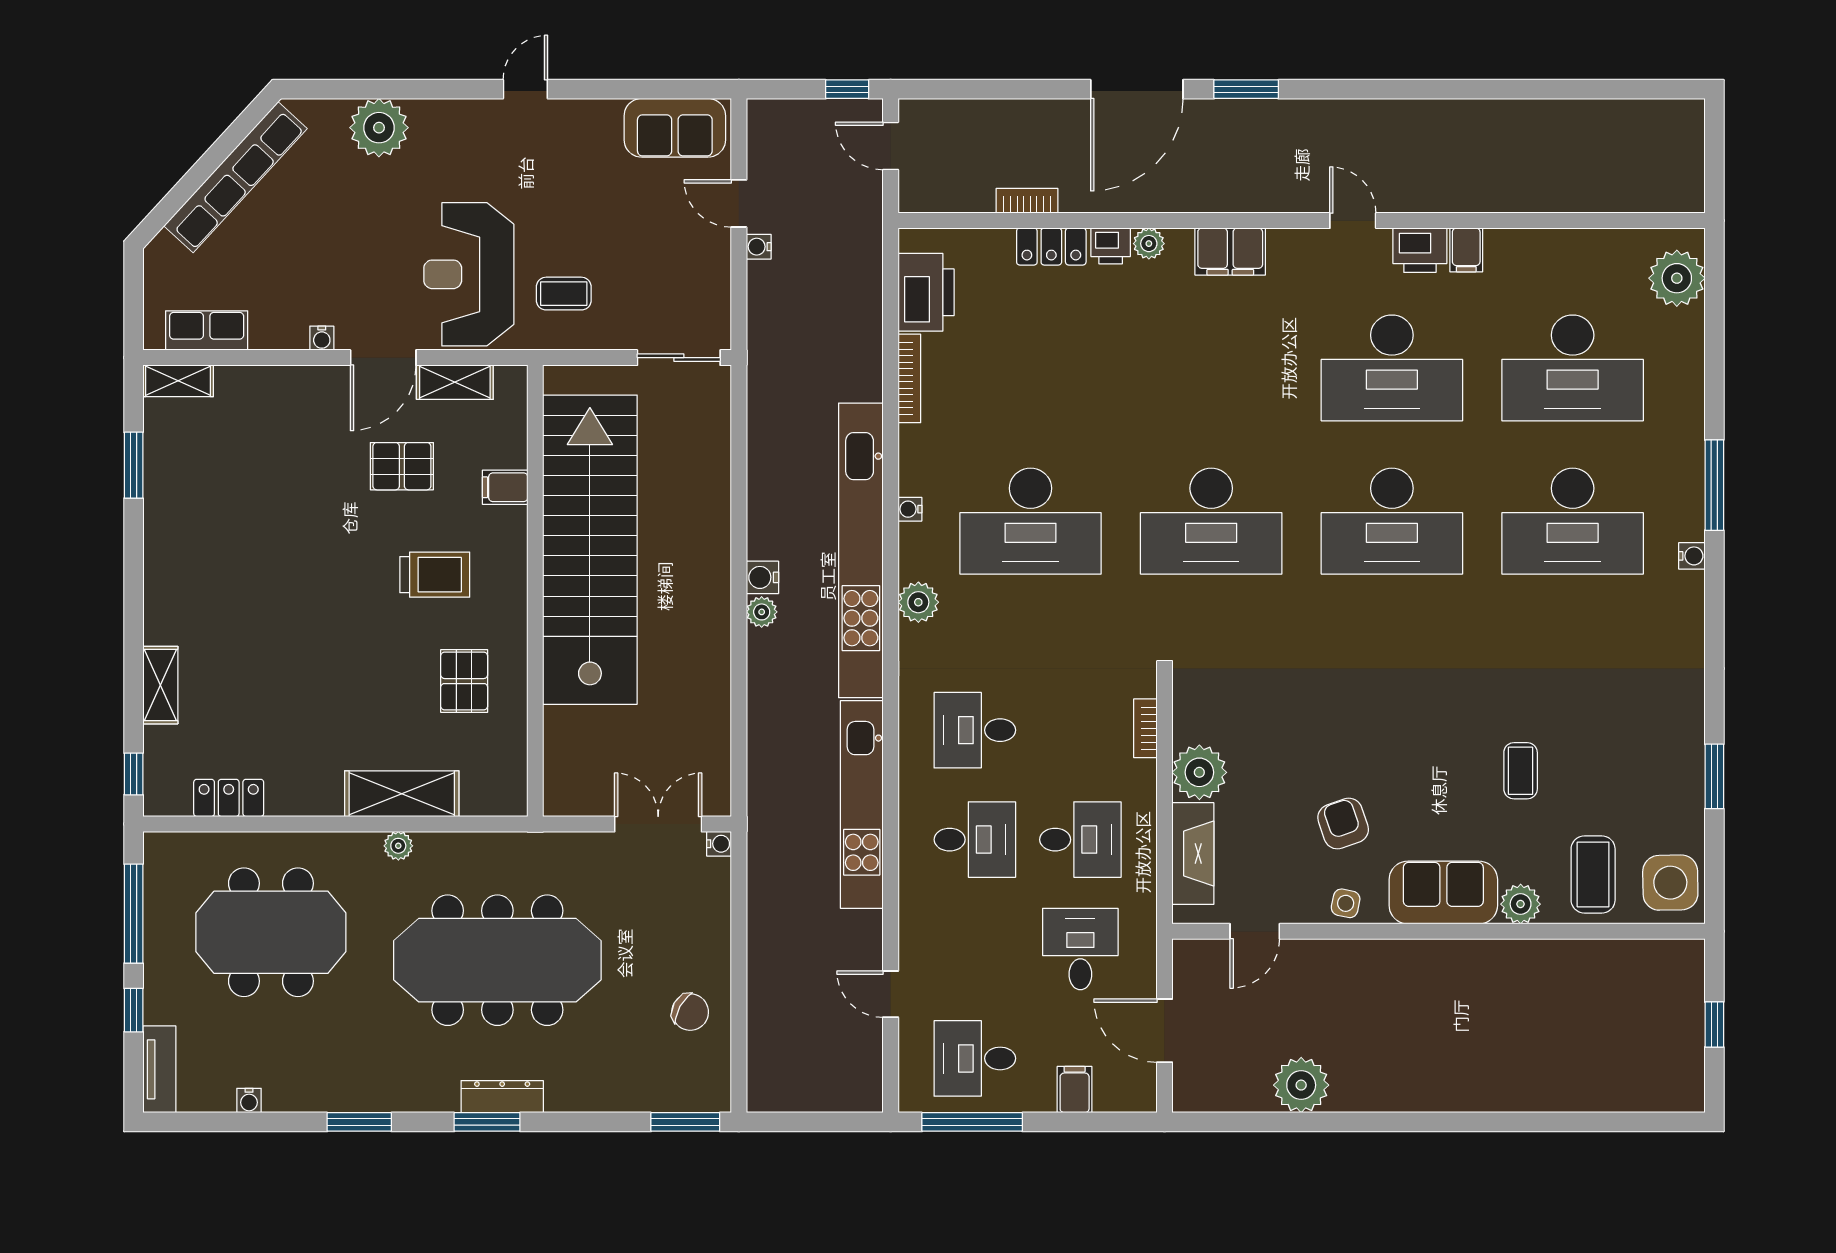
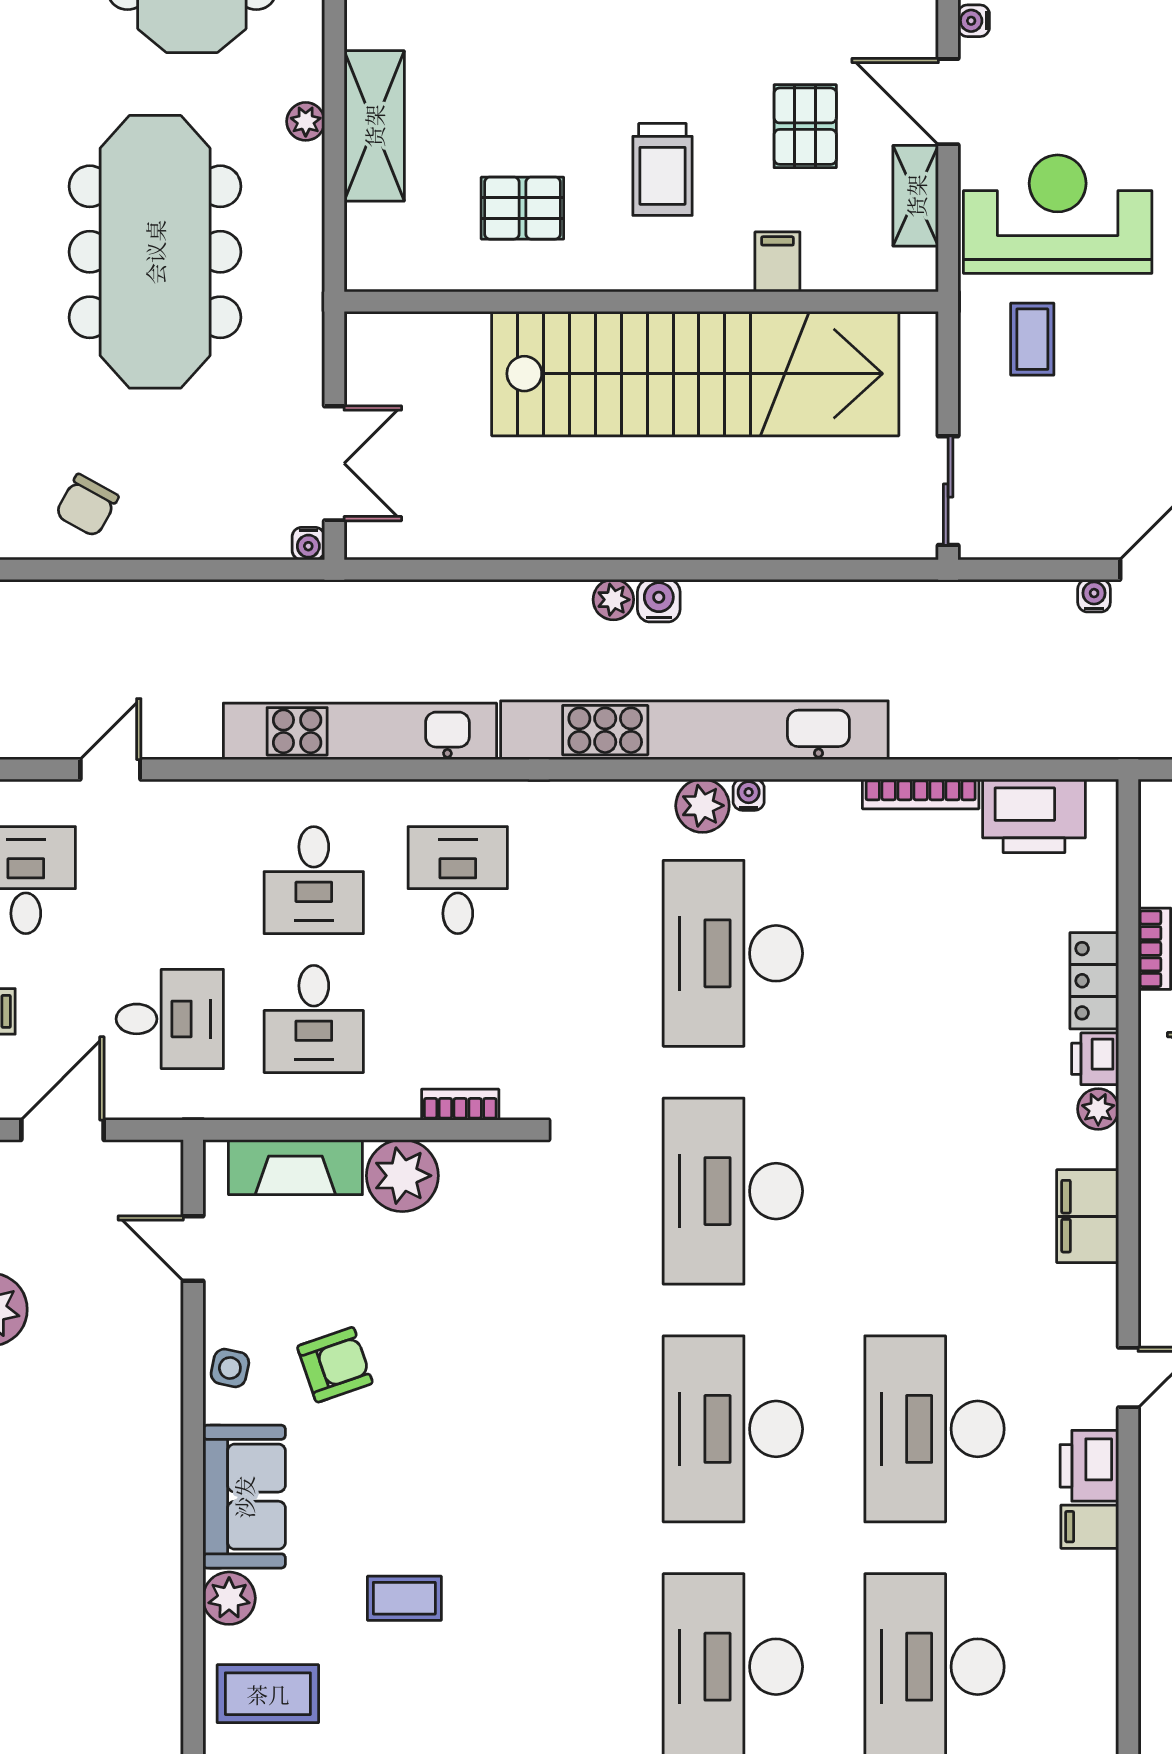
plant: (918, 602) -> (702, 806), moved

